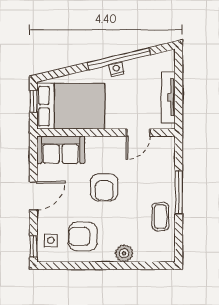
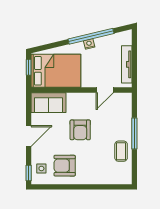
plant: (124, 253) -> (95, 178), removed

